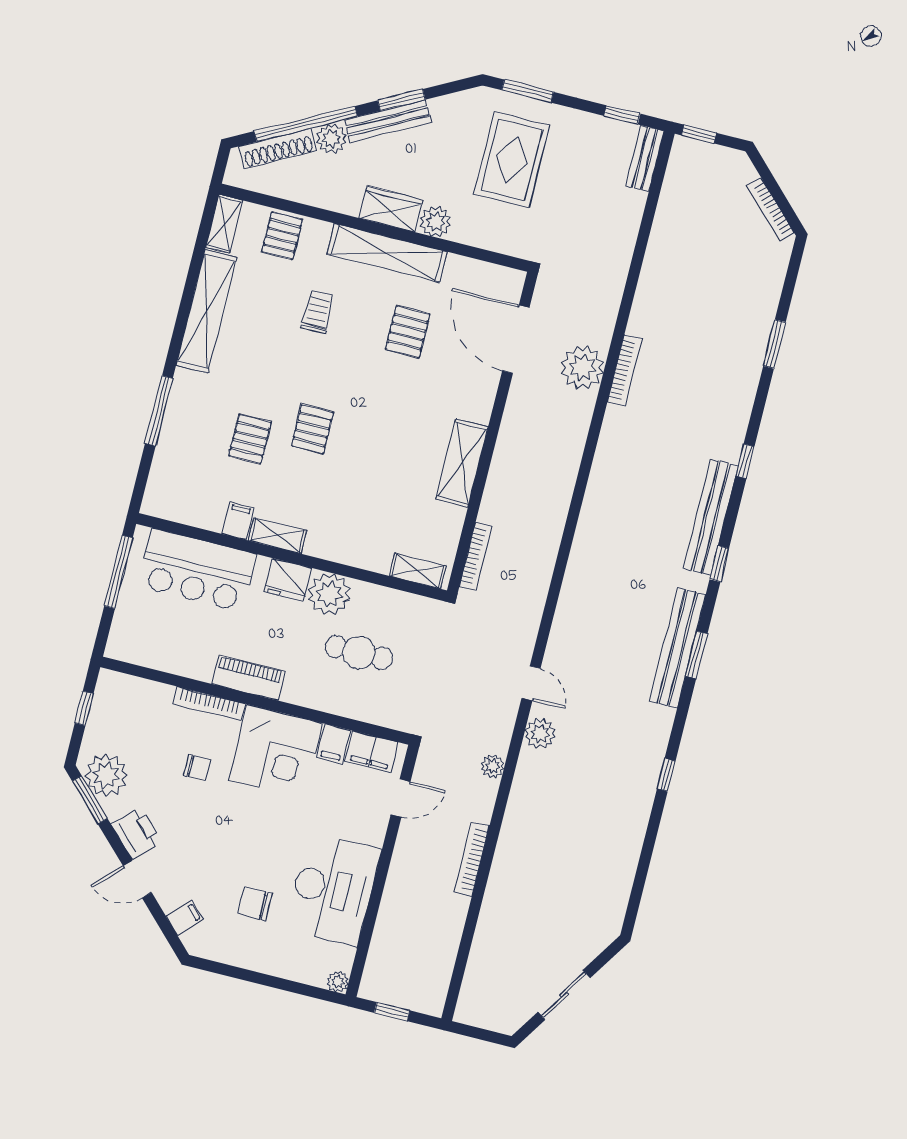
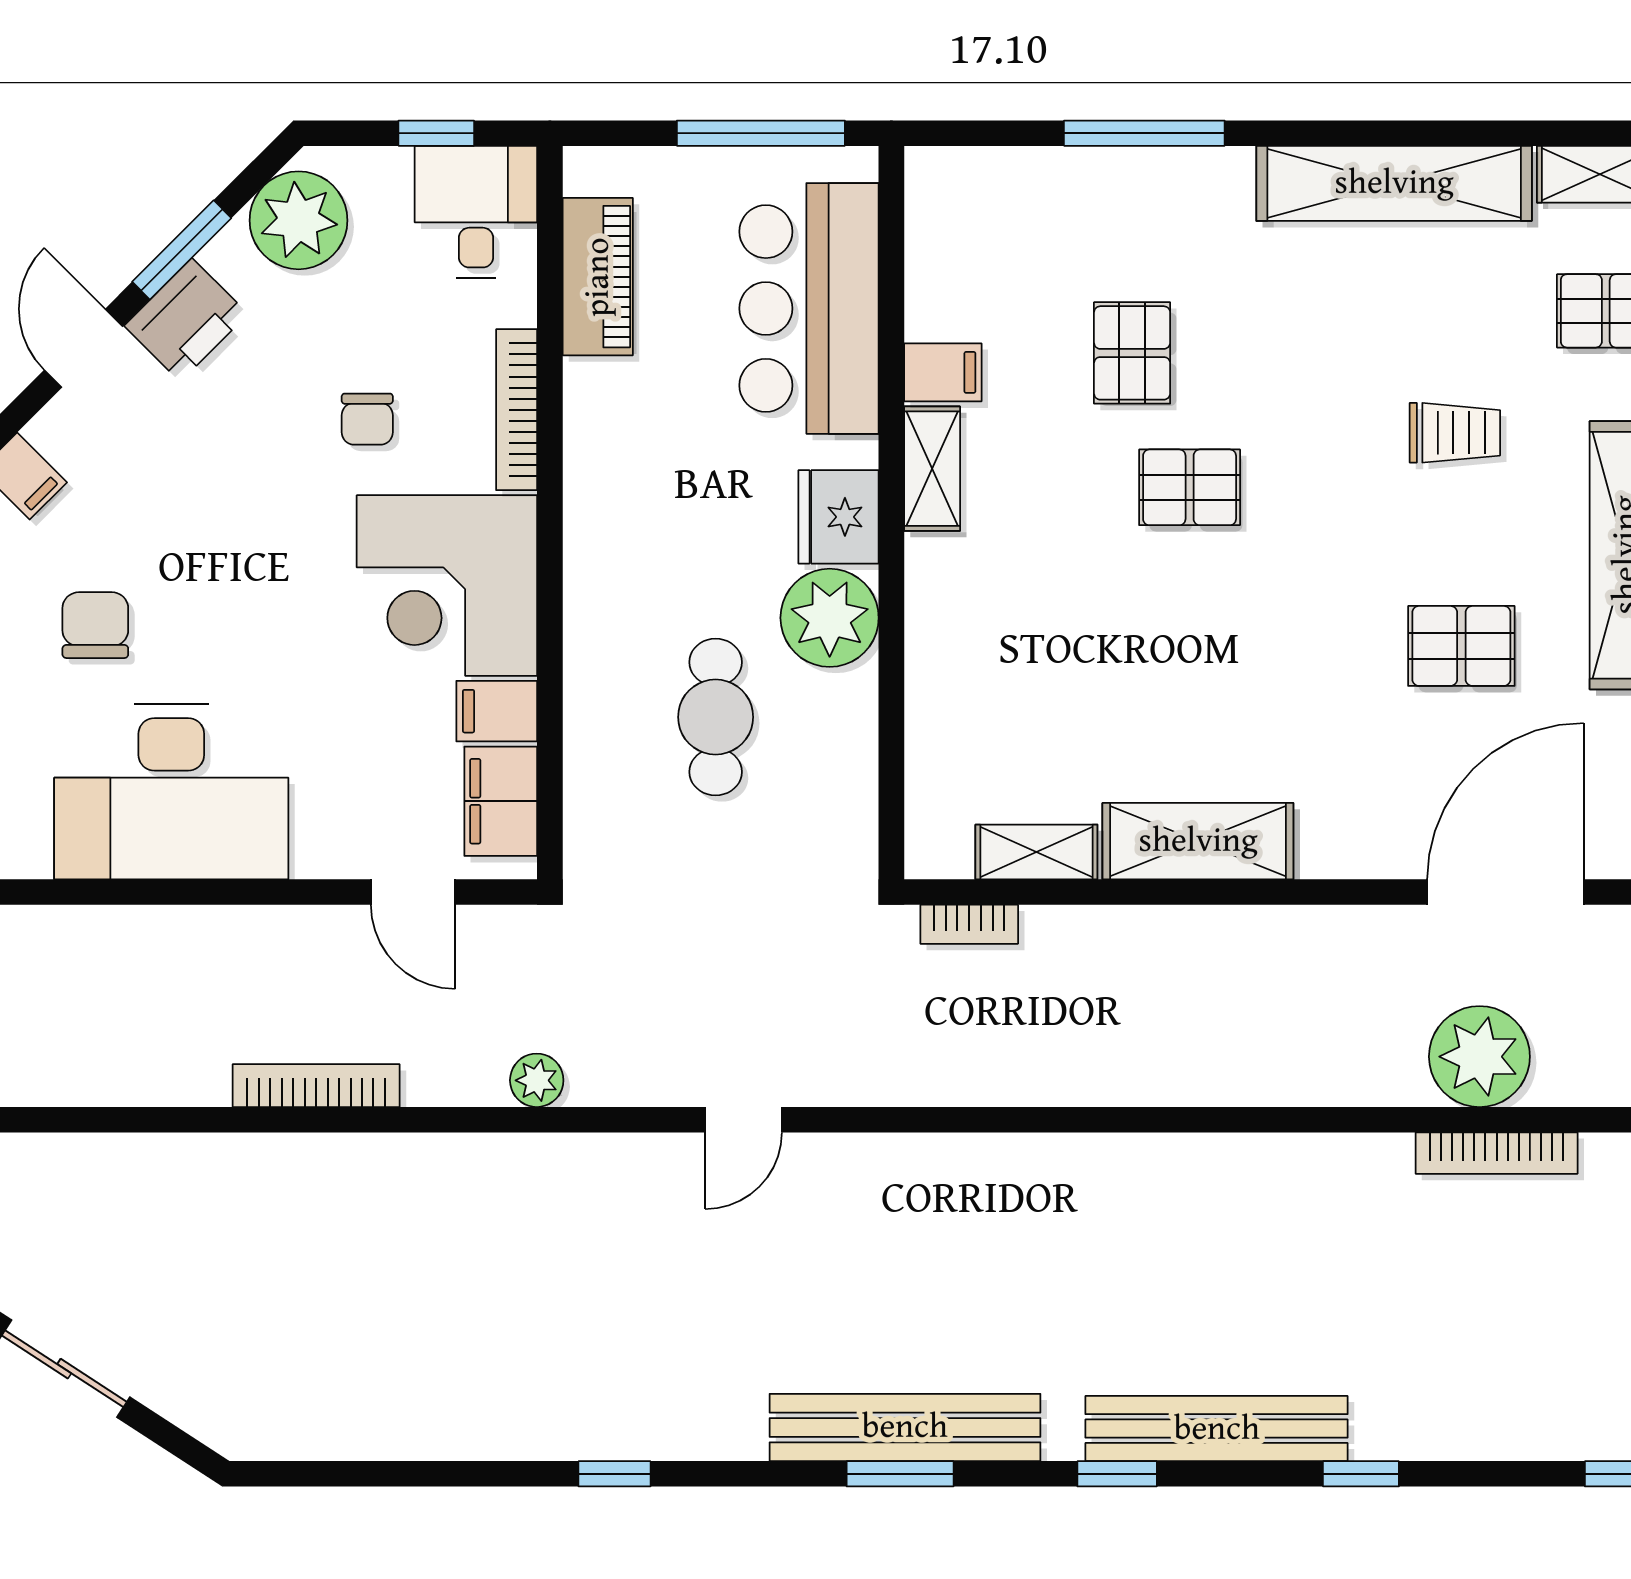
pallet: (250, 439) -> (1132, 353), turned 90
bookcase: (476, 556) -> (969, 924), width x0.64
shelving: (418, 571) -> (1036, 852), moved, turned 90
piano: (249, 677) -> (598, 277), moved
desk: (121, 700) -> (476, 212), added
plant: (540, 734) -> (636, 1168), removed
window: (90, 800) -> (182, 250), moved

